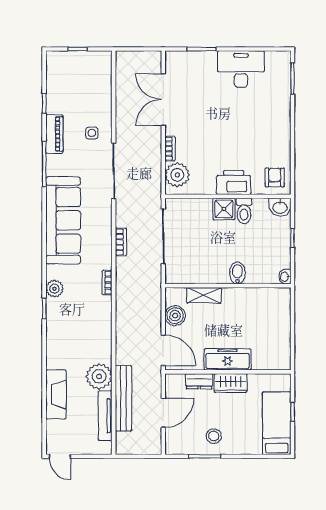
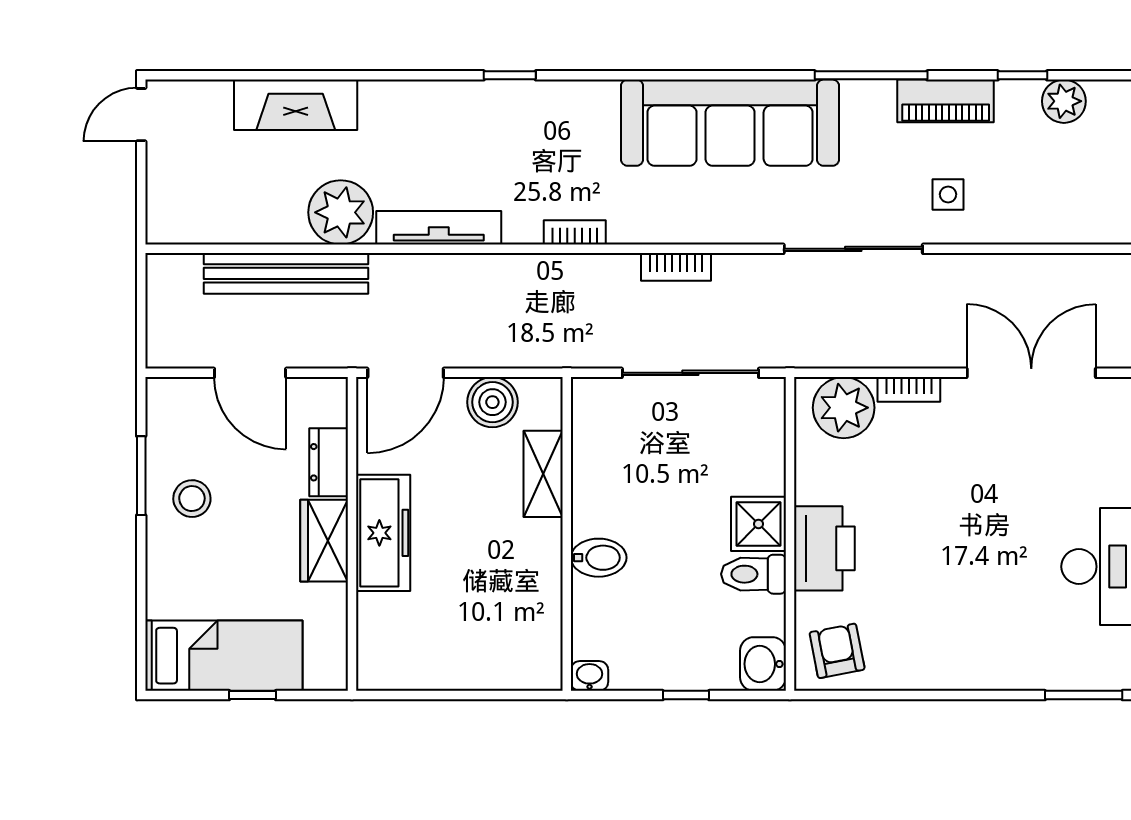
armchair: (275, 177) -> (837, 651), turned -101
plant: (54, 289) -> (1064, 101), moved
tv unit: (105, 416) -> (439, 228), moved

